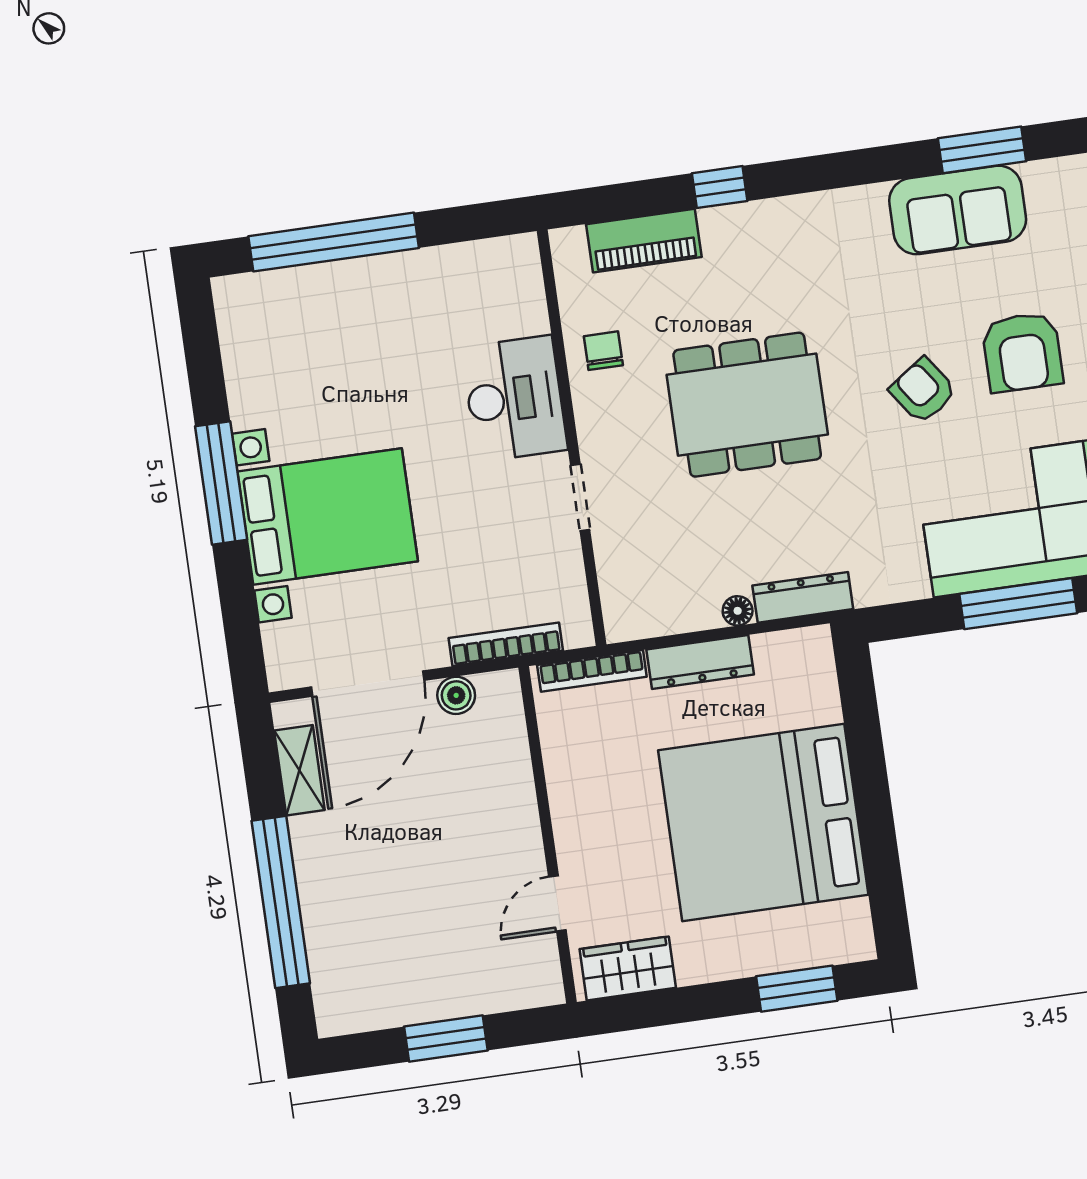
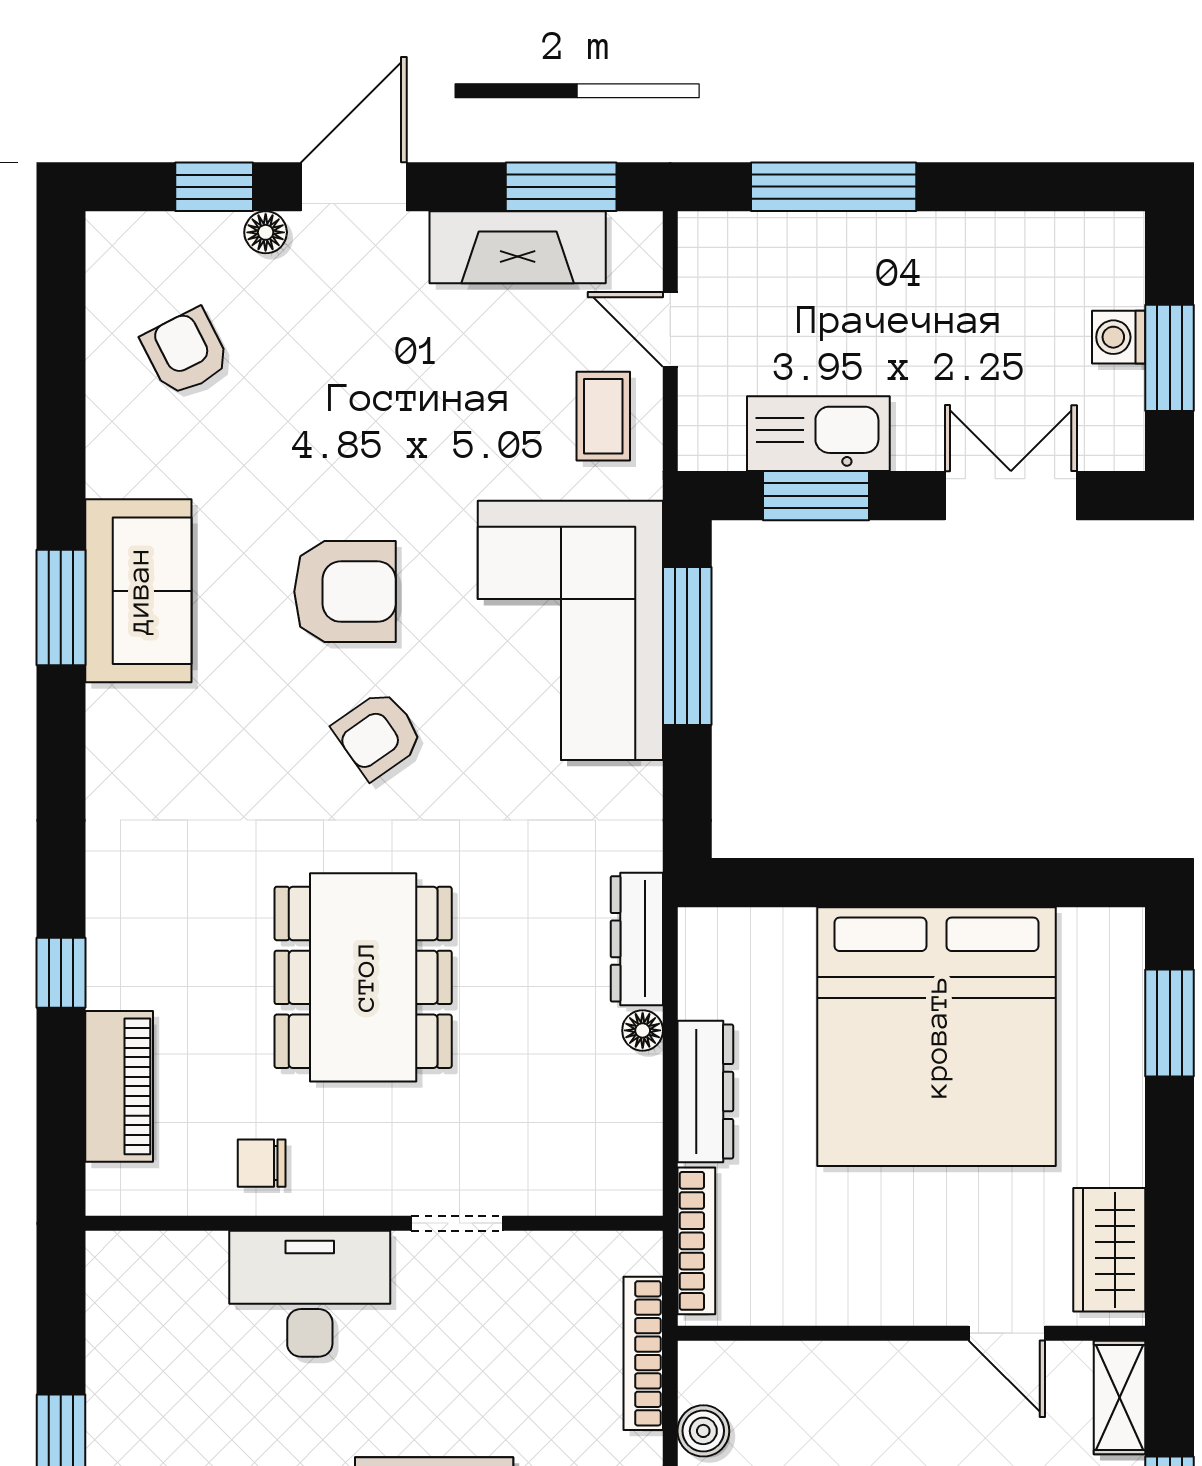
sofa: (958, 210) -> (138, 591), moved
shelving: (523, 991) -> (1120, 1397), added

